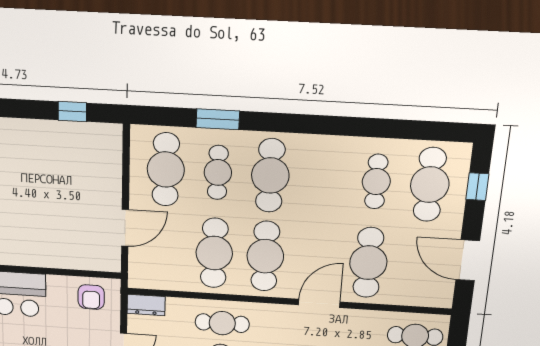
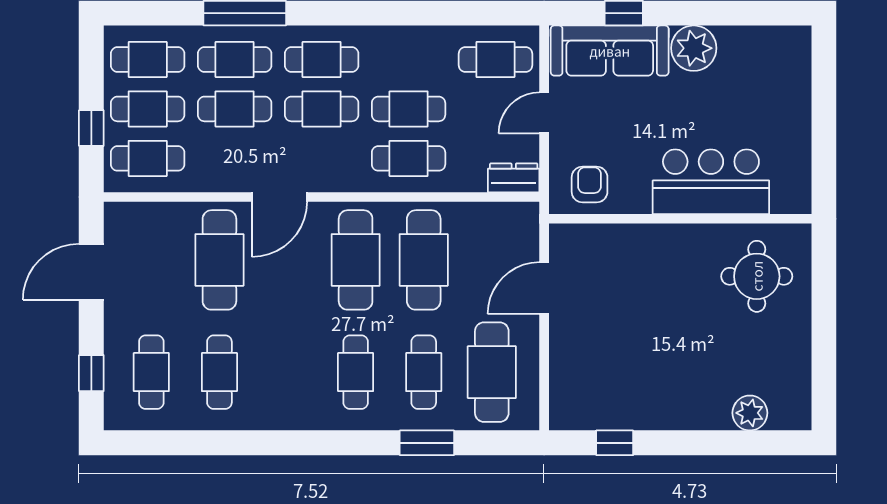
cafe table: (270, 176) -> (356, 372), width x0.73, depth x0.74
cafe table: (430, 185) -> (151, 372), width x0.73, depth x0.74
door: (468, 260) -> (91, 272), swing flipped

